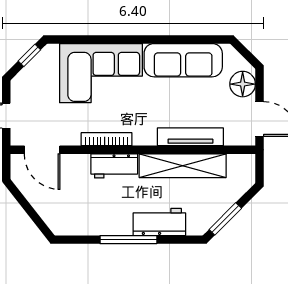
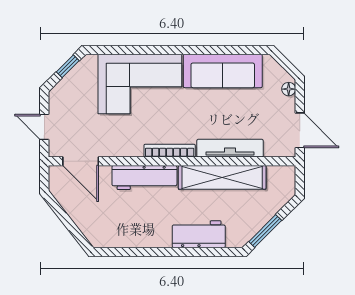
floor lamp: (243, 84) -> (289, 89), width x0.53, depth x0.53
bookcase: (107, 139) -> (170, 151), moved
workbench: (114, 166) -> (144, 178), width x1.38
window: (128, 240) -> (168, 252), removed

